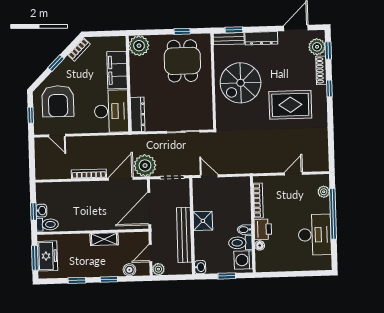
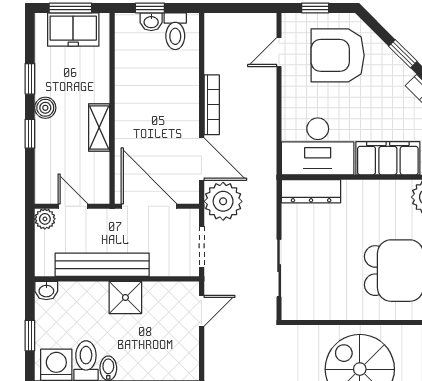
toilet: (47, 224) -> (175, 31), moved
boiler: (129, 270) -> (45, 108), moved

